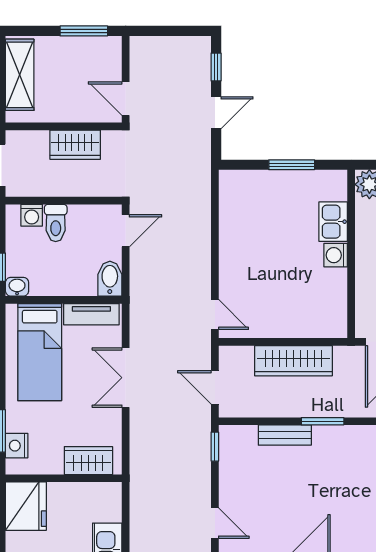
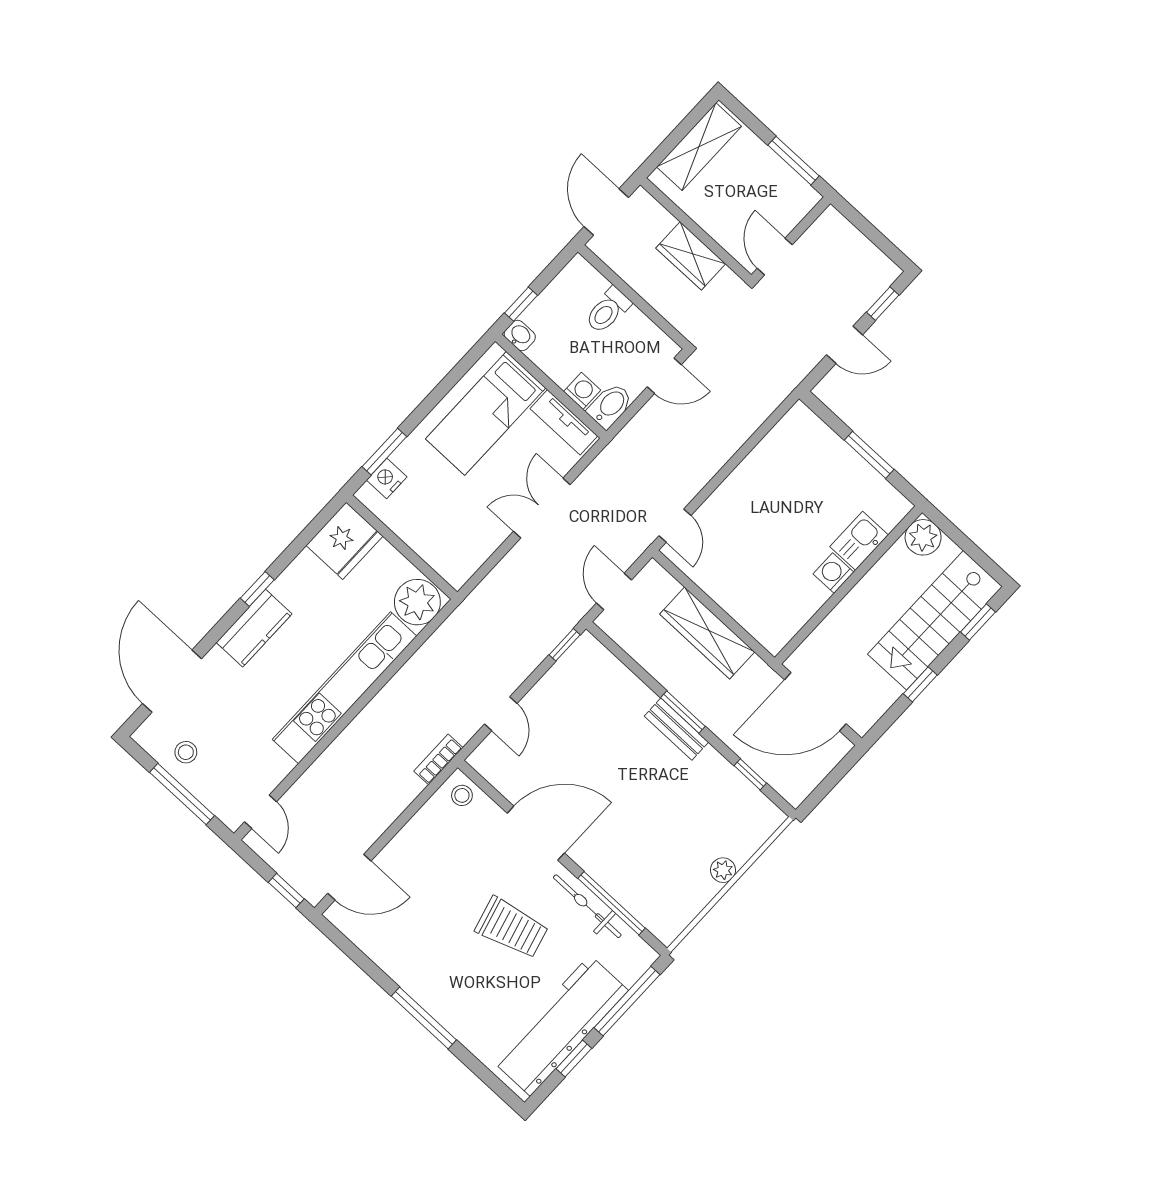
washing machine: (32, 215) -> (582, 391), moved, turned 180
bench: (285, 435) -> (676, 729), moved
wardrobe: (88, 461) -> (439, 552), removed
plant: (103, 502) -> (417, 602), added

